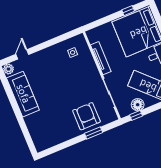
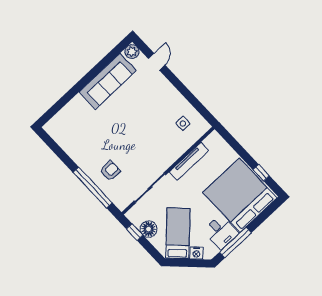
door: (22, 54) -> (157, 62), hinge flipped
armchair: (86, 116) -> (110, 171), width x0.53, depth x0.53
window: (94, 133) -> (93, 188), width x2.11

